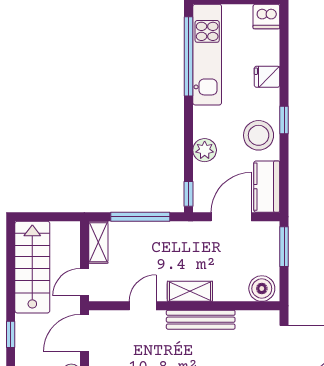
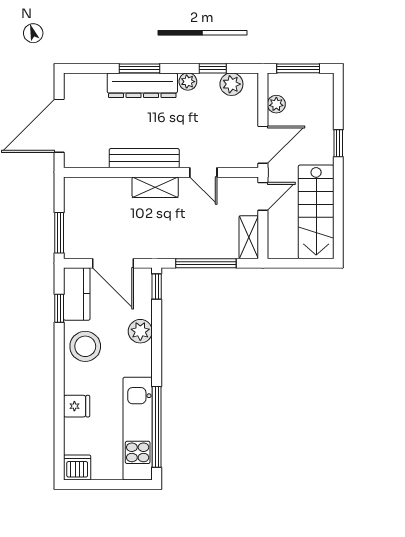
window: (284, 120) -> (59, 308), moved
door: (231, 217) -> (113, 263), hinge flipped
boiler: (262, 289) -> (82, 190), removed
door: (143, 306) -> (203, 172), hinge flipped

